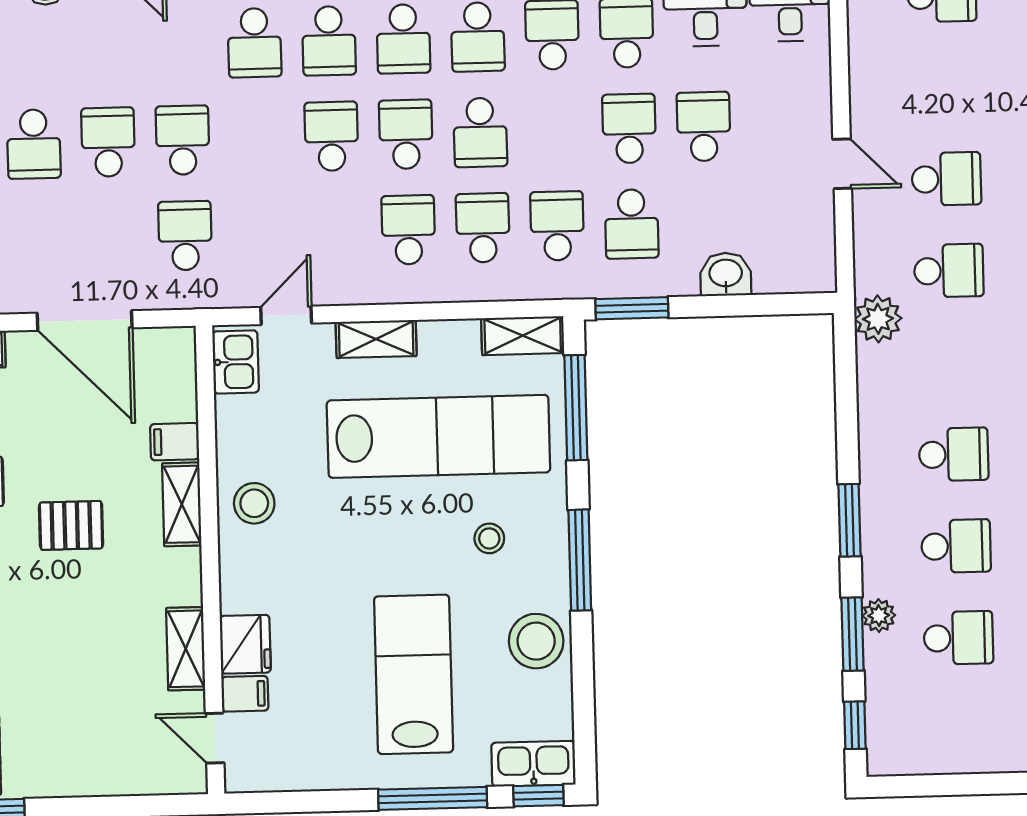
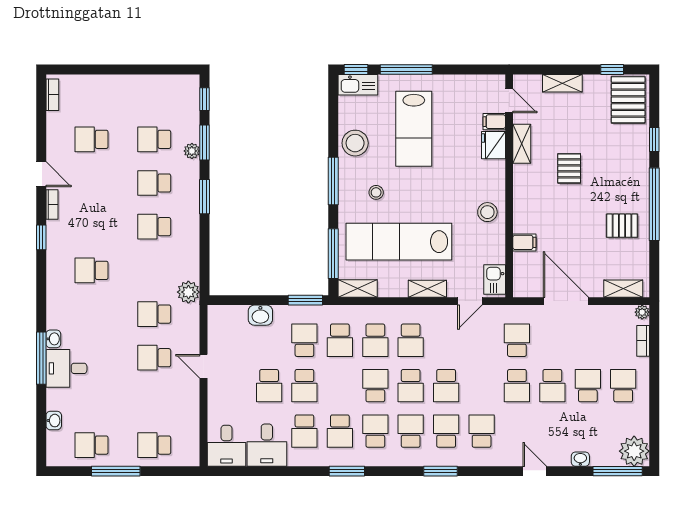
school desk: (185, 236) -> (517, 340), turned 180
shelving: (182, 504) -> (562, 83), moved, turned 90
pallet: (71, 525) -> (569, 168), moved, turned 90

